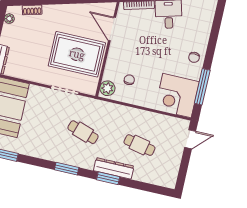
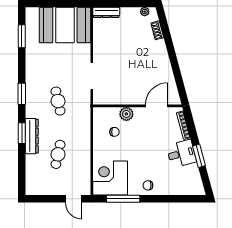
rug: (77, 54) -> (127, 80), removed
plant: (107, 88) -> (126, 114), moved
cafe table: (83, 132) -> (58, 101), turned -30

